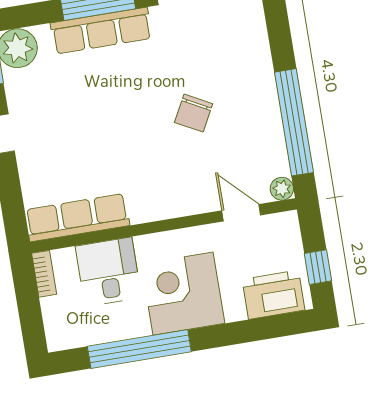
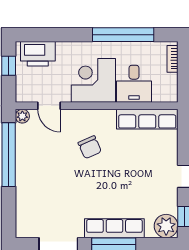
chair: (194, 113) -> (90, 147), moved, turned 128
bookcase: (44, 274) -> (173, 59), moved
corner desk: (183, 294) -> (93, 80), moved, turned 180

